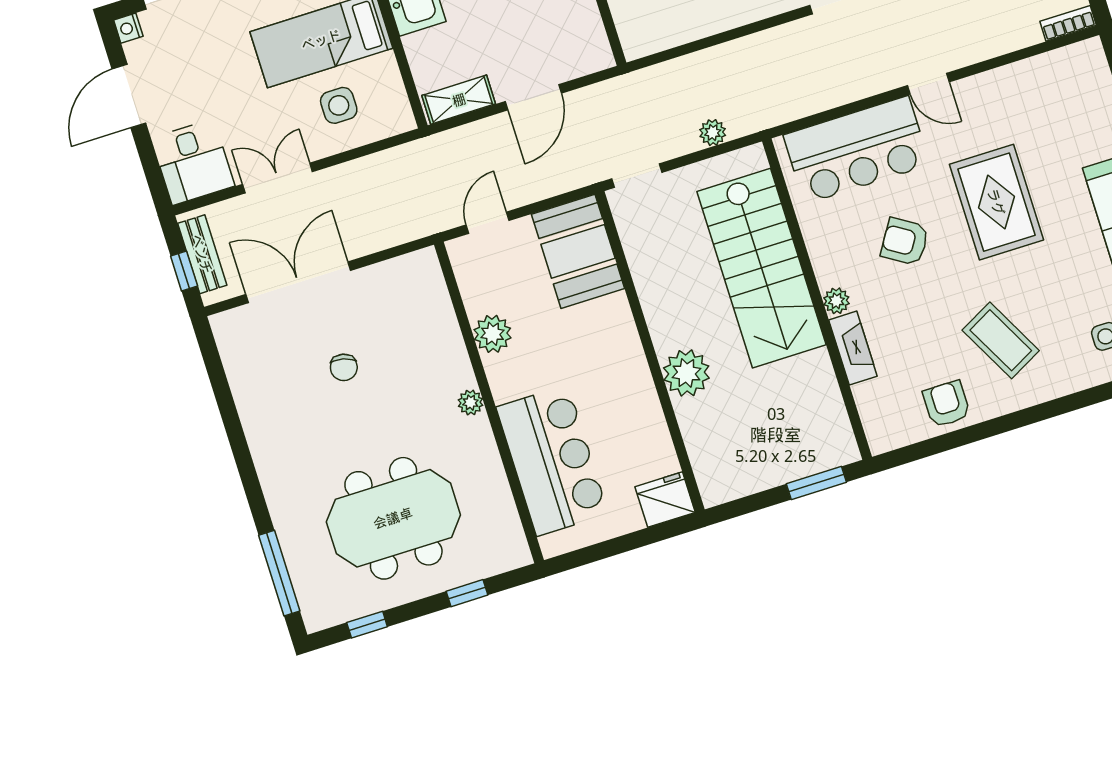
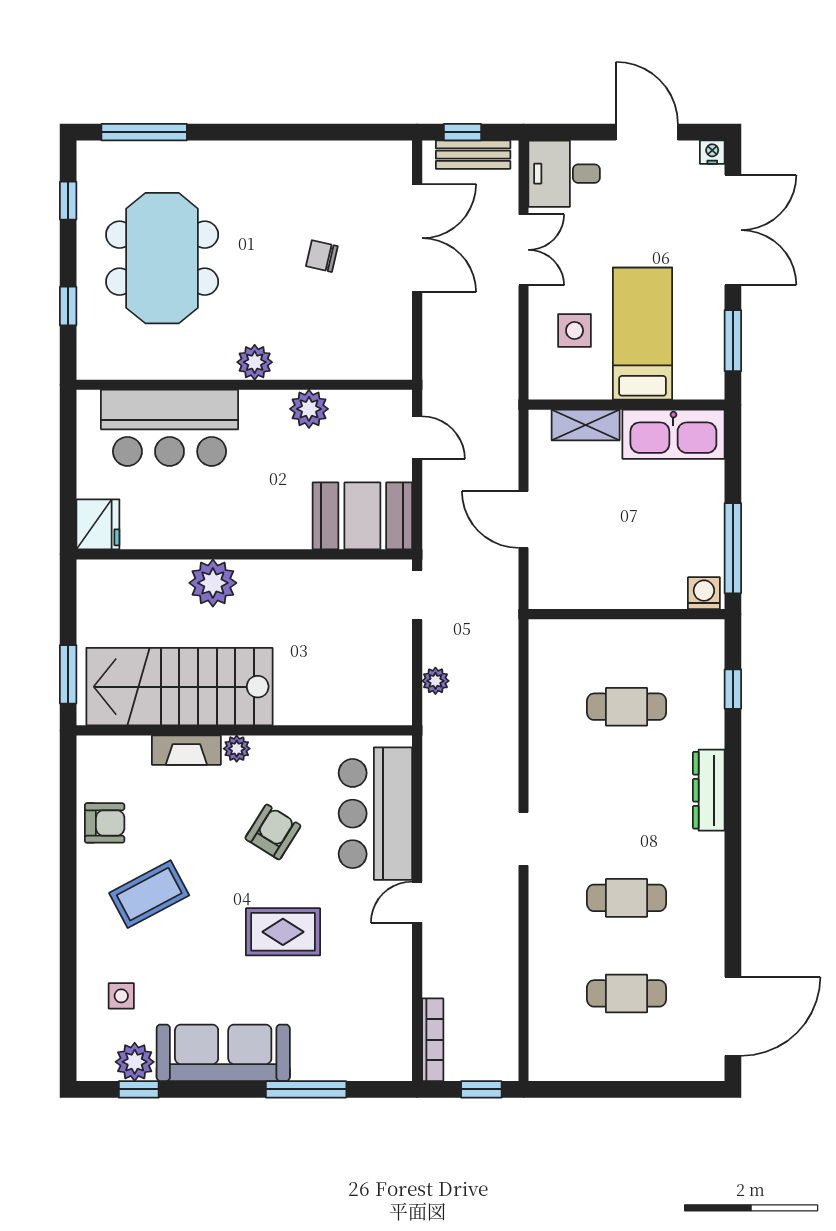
bookcase: (1068, 23) -> (433, 1040), width x1.56
shelving: (459, 100) -> (586, 425), moved, turned 90
rug: (996, 202) -> (283, 932), width x0.73, depth x0.70
stairs: (761, 268) -> (179, 687), moved
plant: (470, 403) -> (255, 362), width x1.38, depth x1.38

